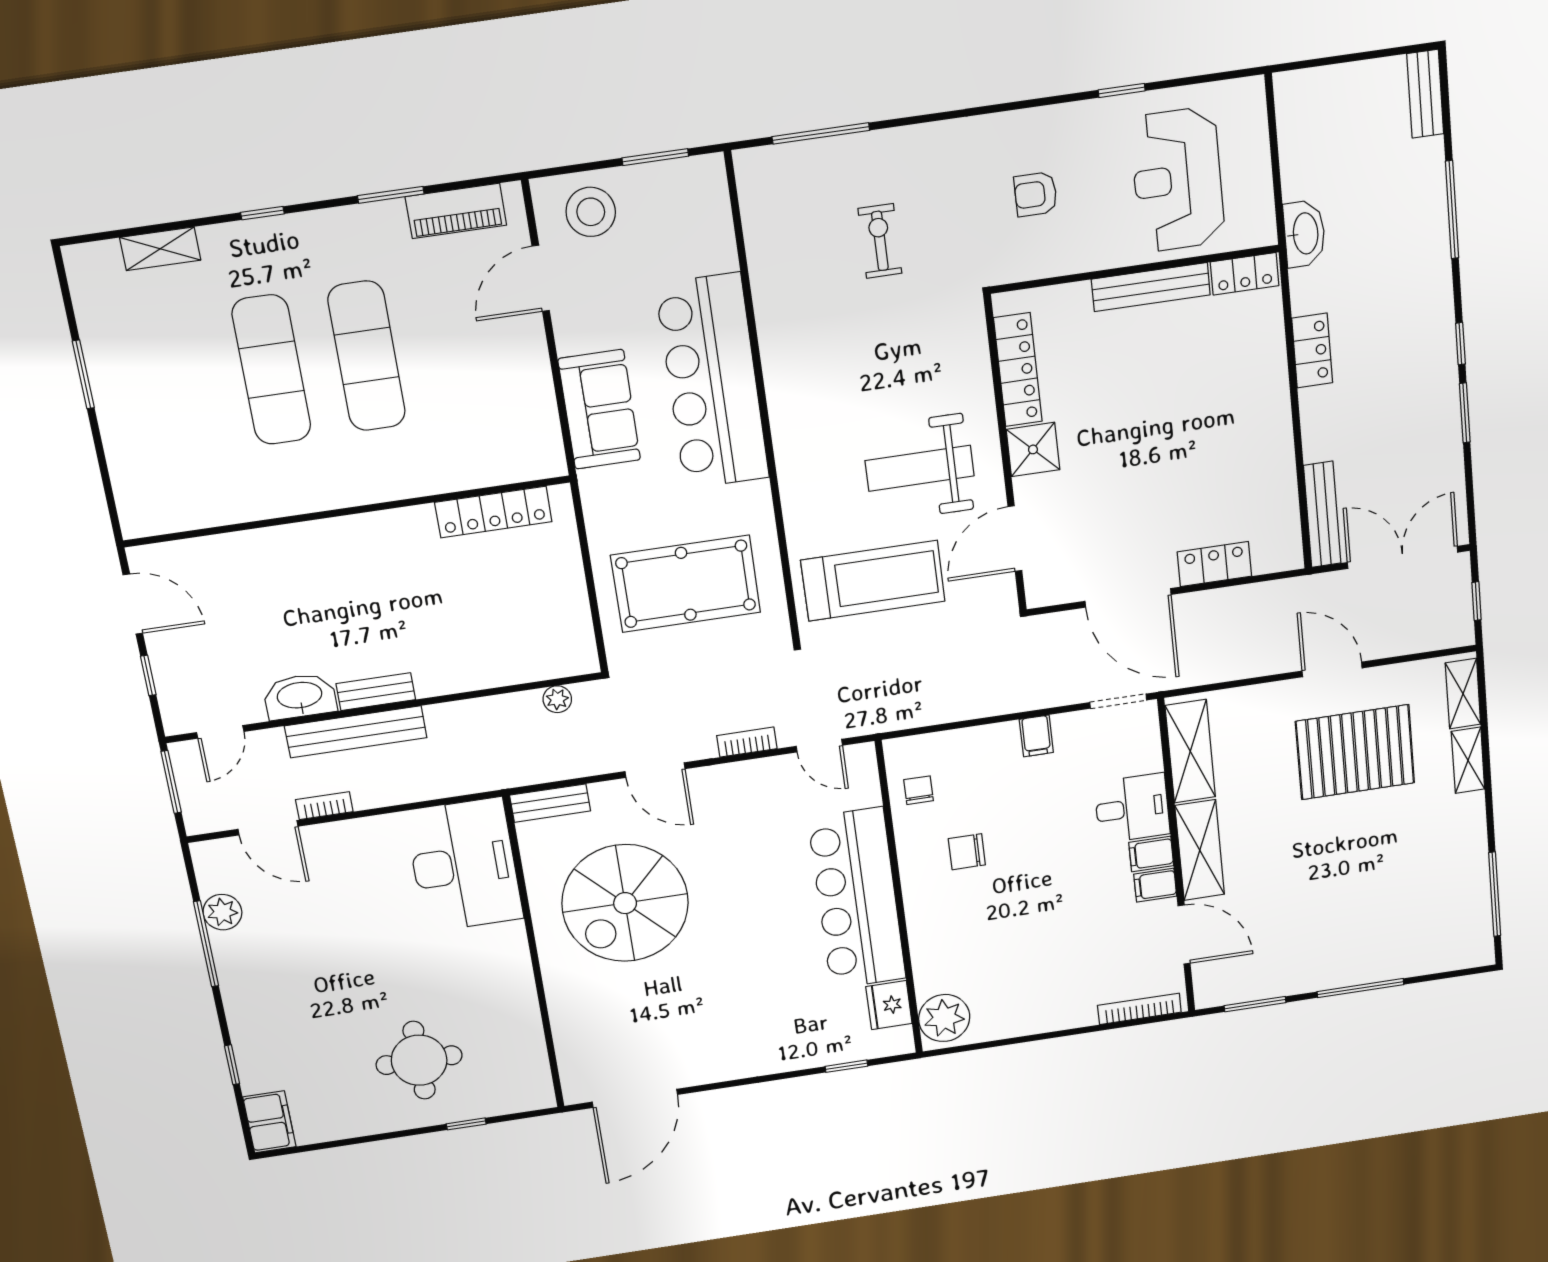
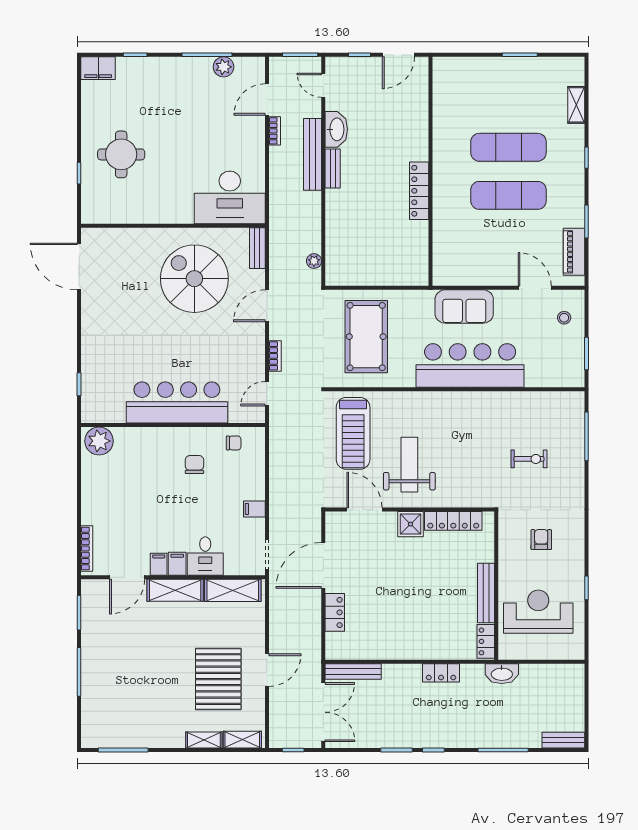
stool: (591, 212) -> (564, 318), width x0.53, depth x0.53
locker: (493, 512) -> (419, 191), moved
fridge: (889, 1005) -> (112, 412), removed

